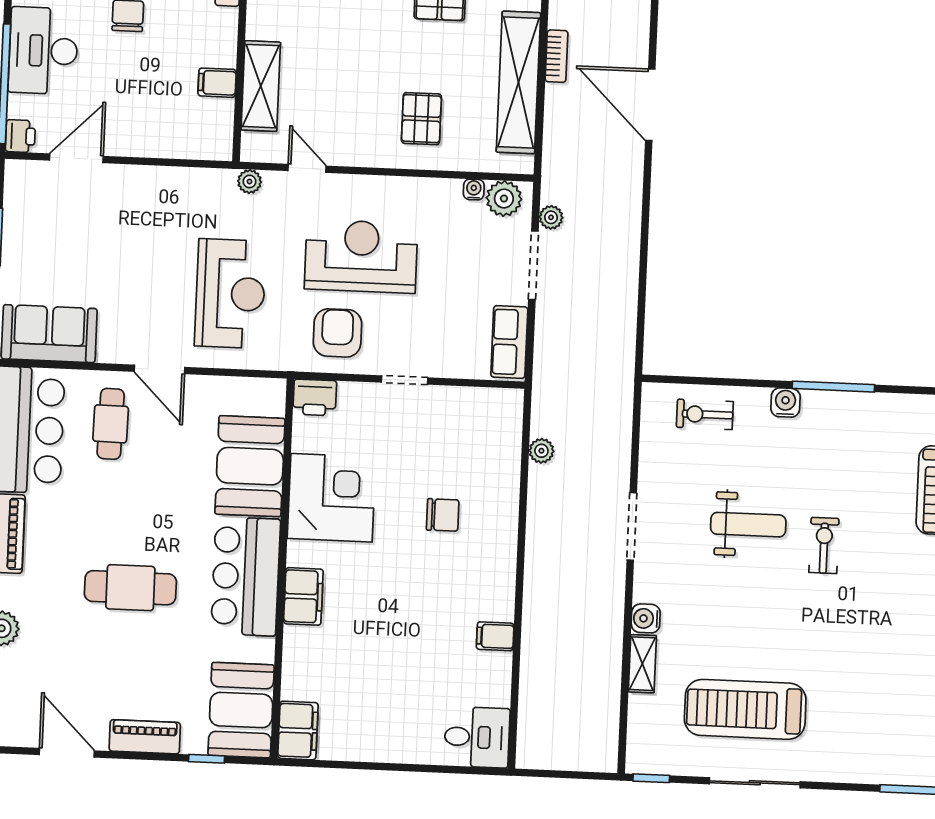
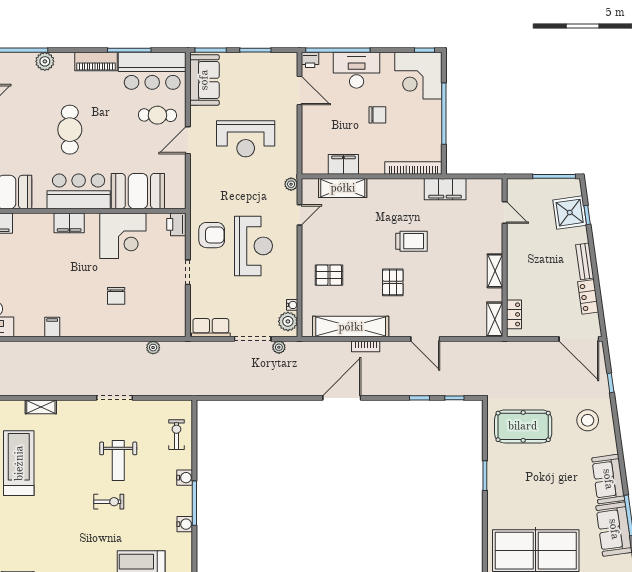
filing cabinet: (217, 83) -> (343, 164), width x2.00
reception desk: (230, 294) -> (246, 139), moved
water cooler: (646, 618) -> (185, 524), moved, turned 90

